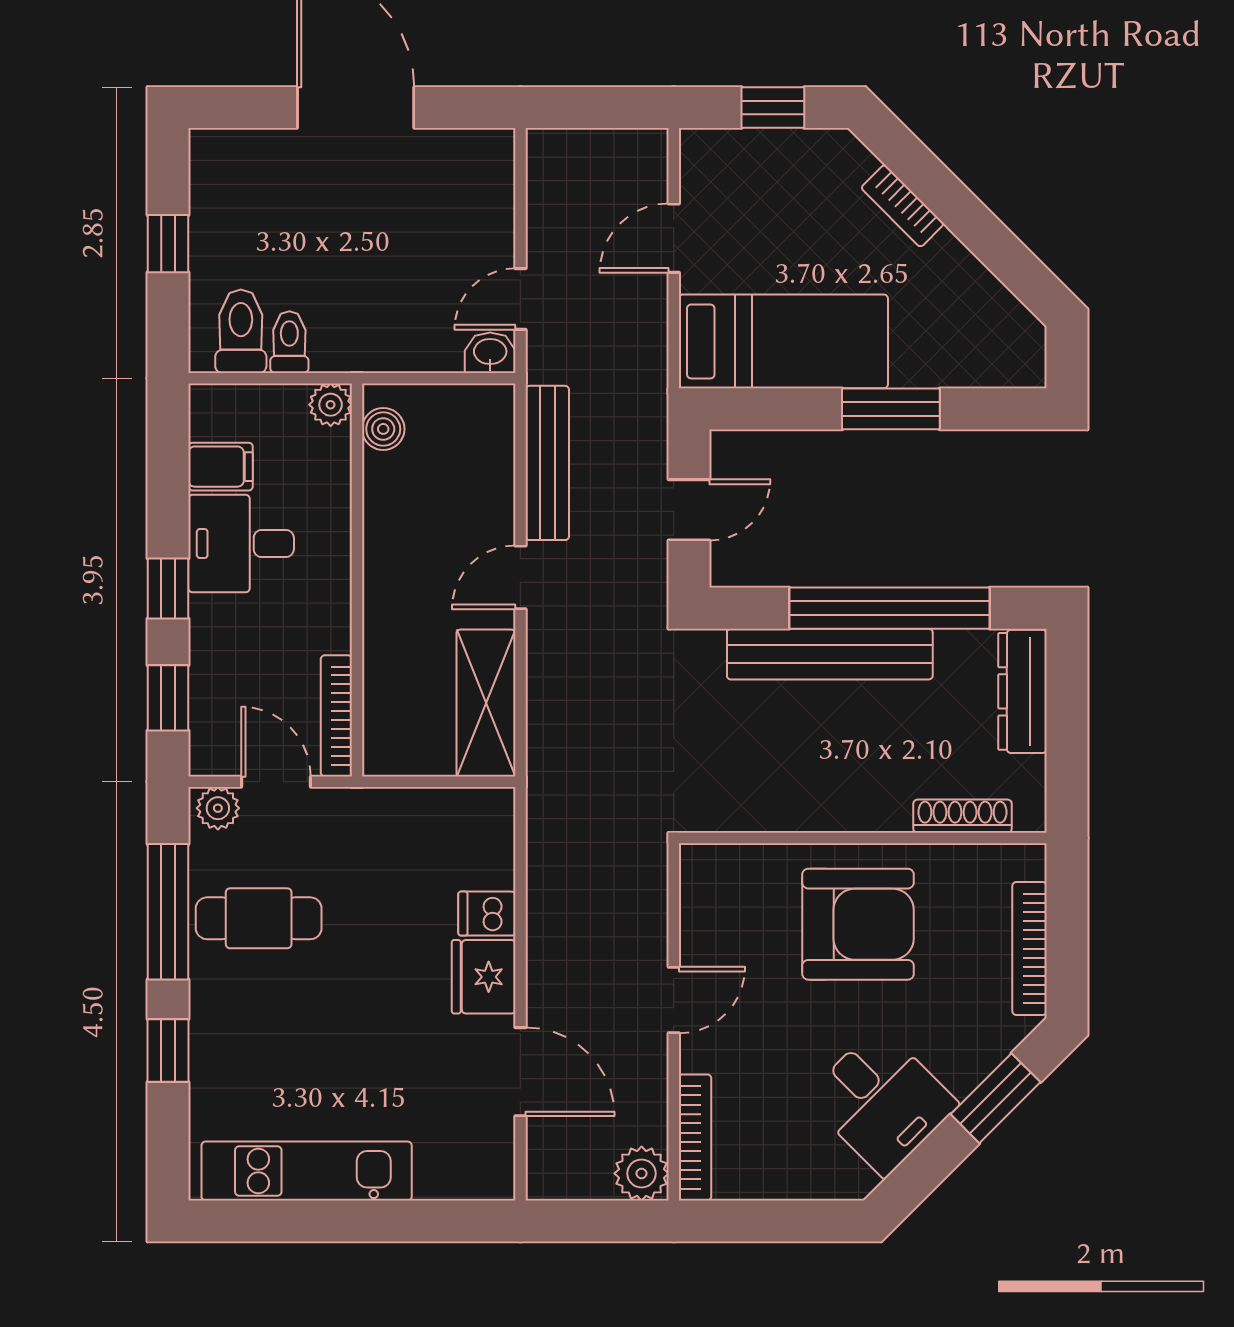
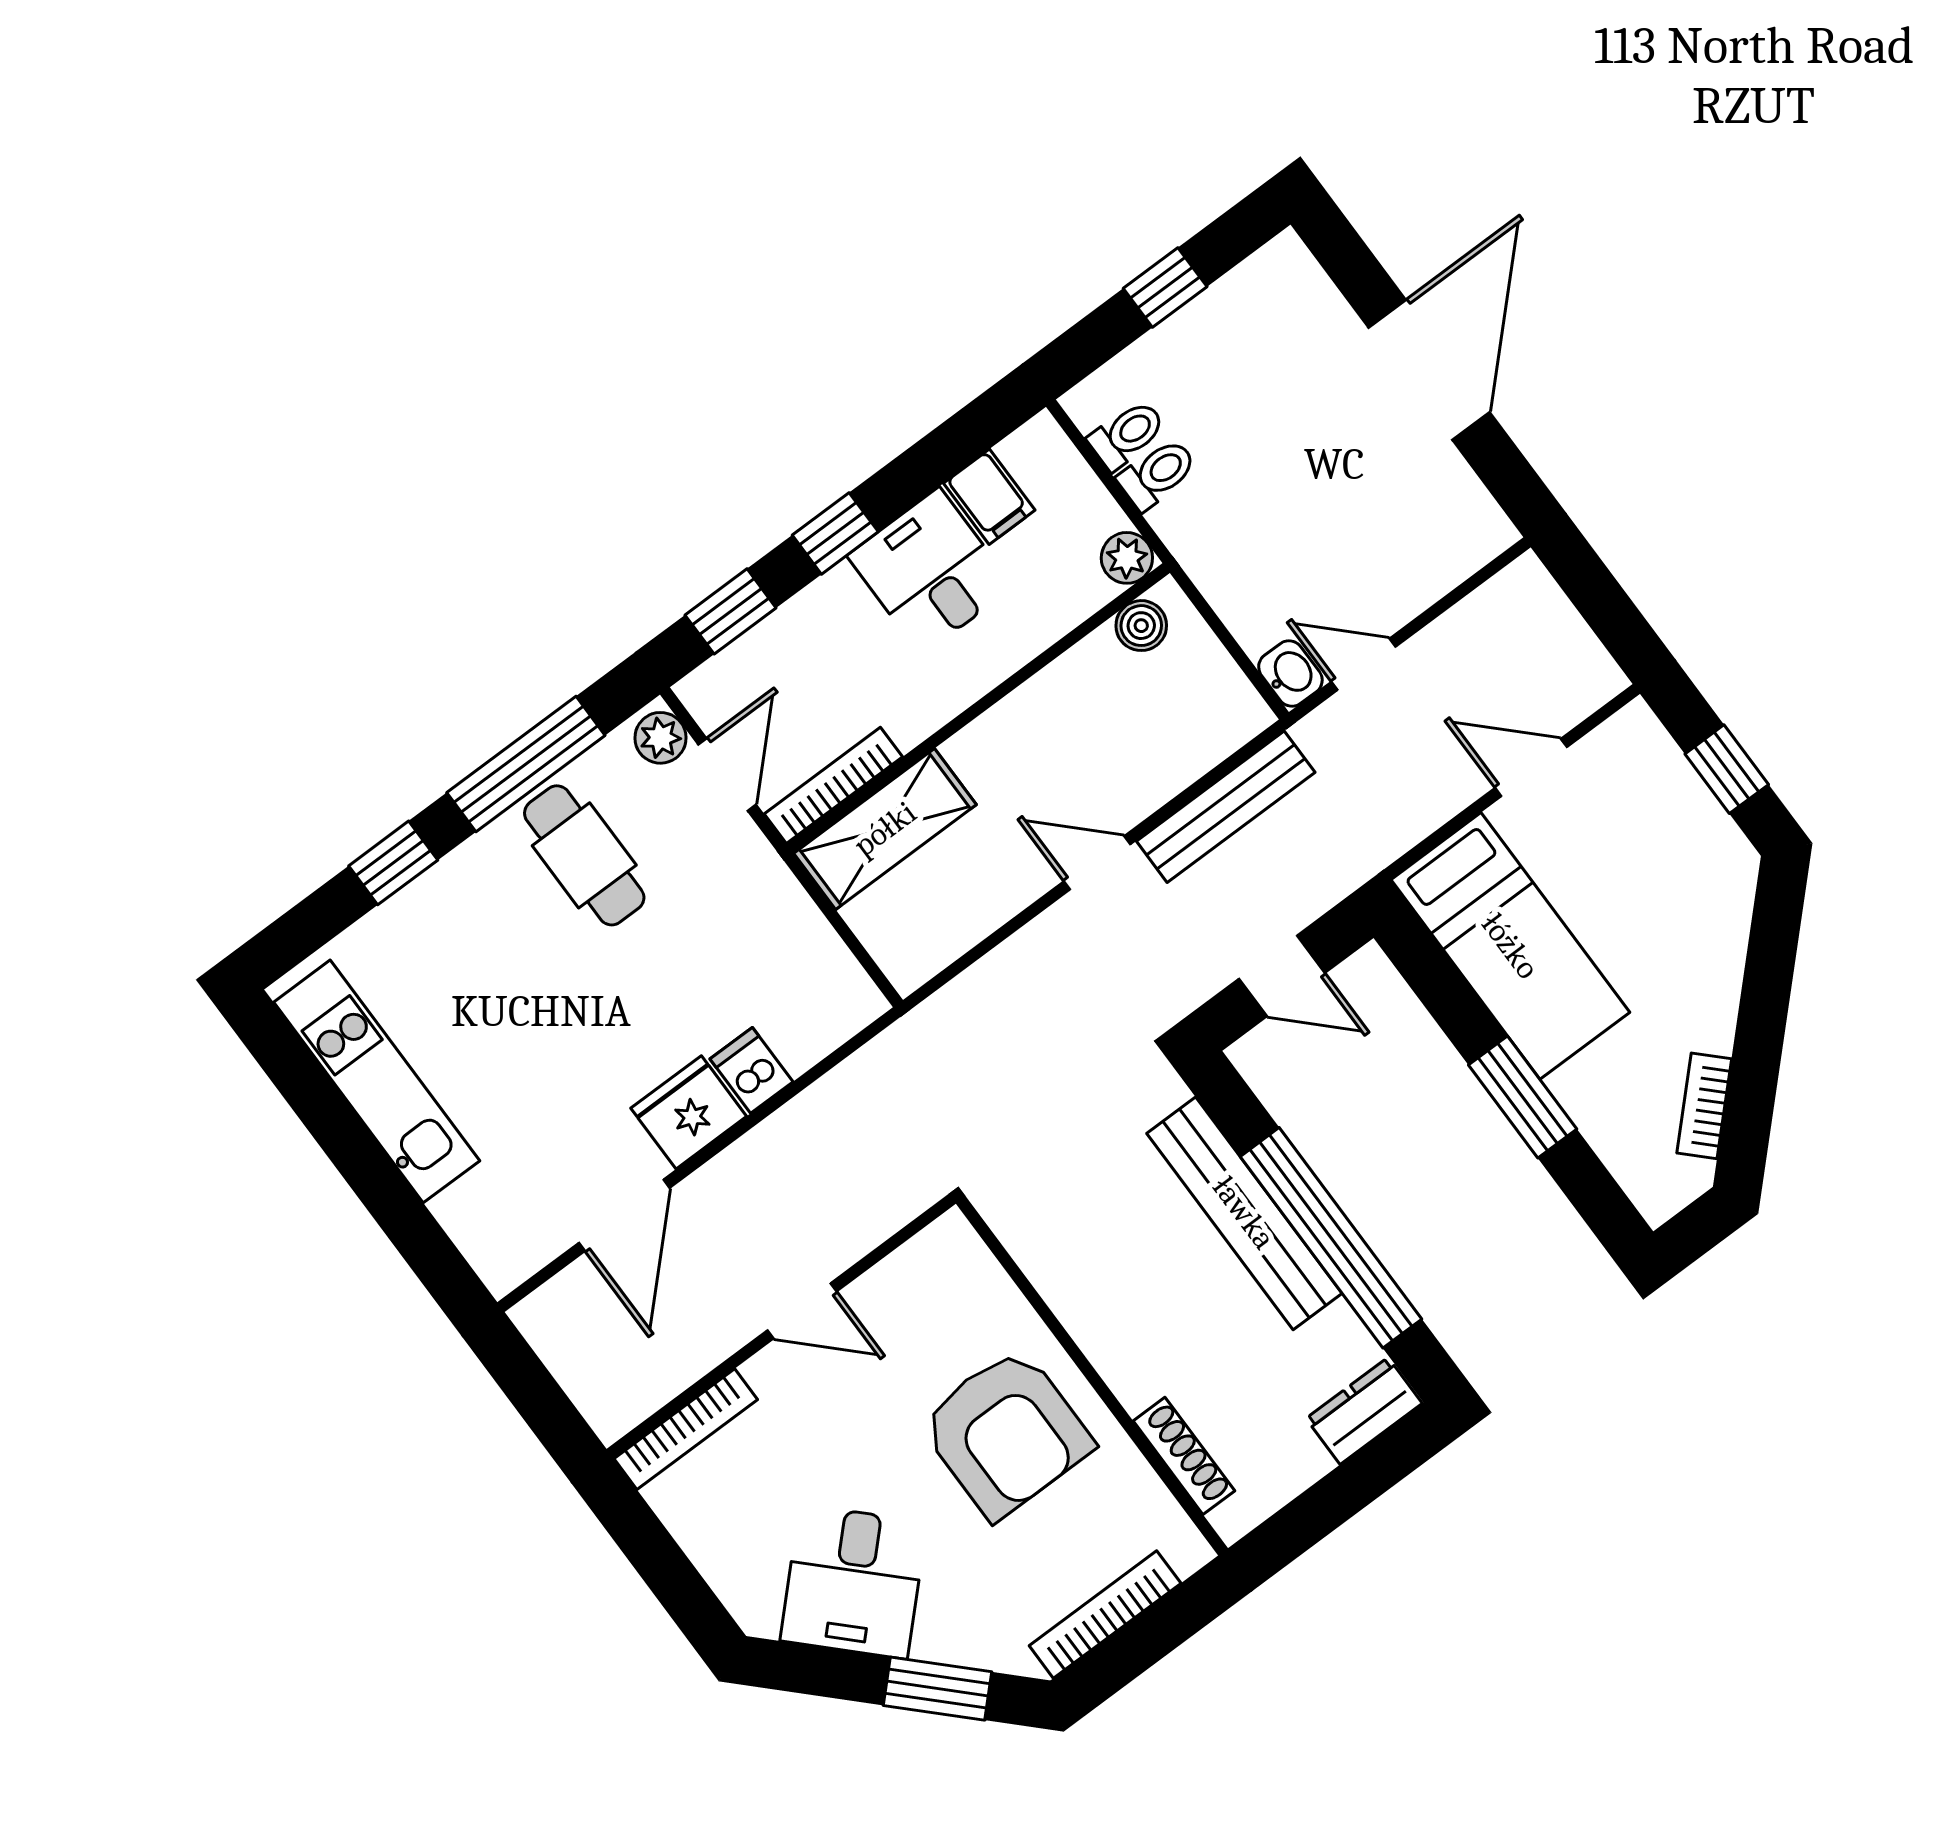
bookcase: (902, 206) -> (1704, 1106), moved
toilet: (241, 331) -> (1127, 435), width x0.73, depth x0.72
dresser: (1022, 691) -> (1364, 1411), width x0.70
shelving: (486, 703) -> (885, 829), moved
plant: (642, 1173) -> (613, 1404), removed

